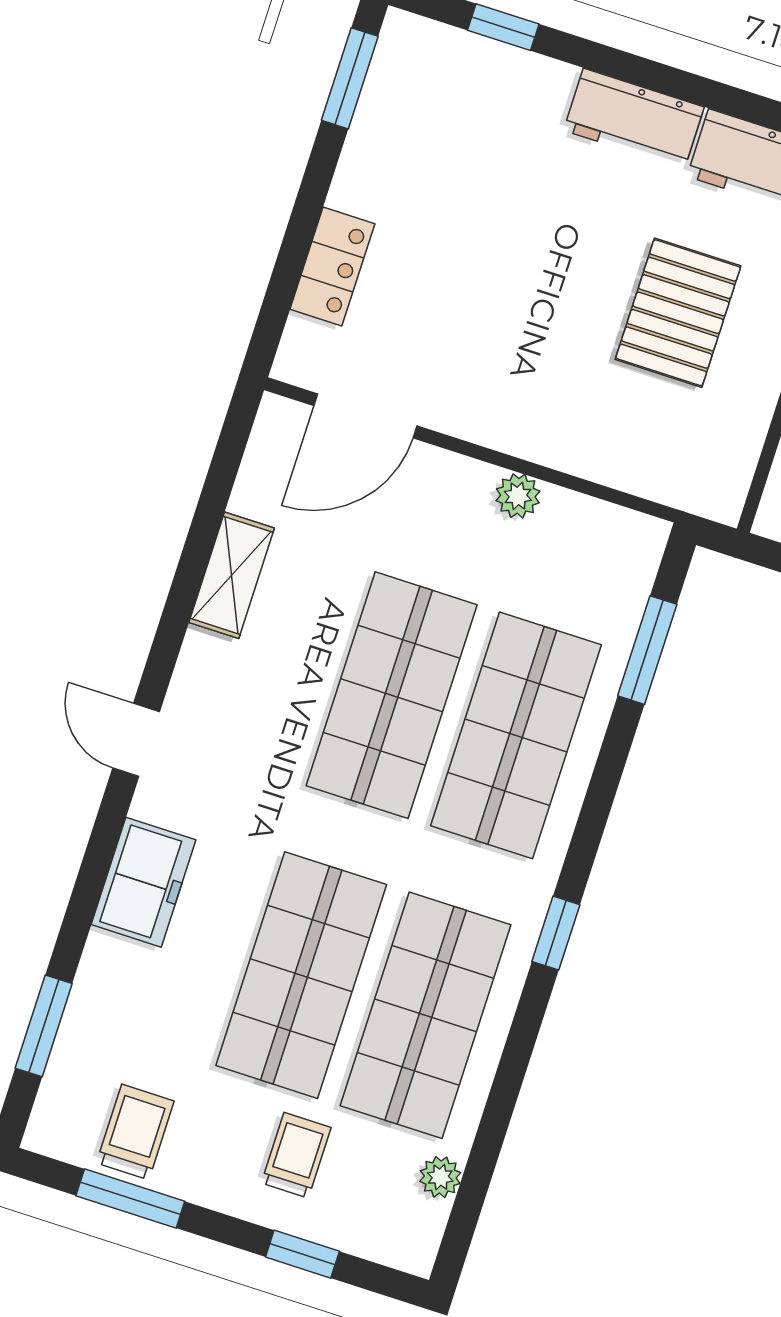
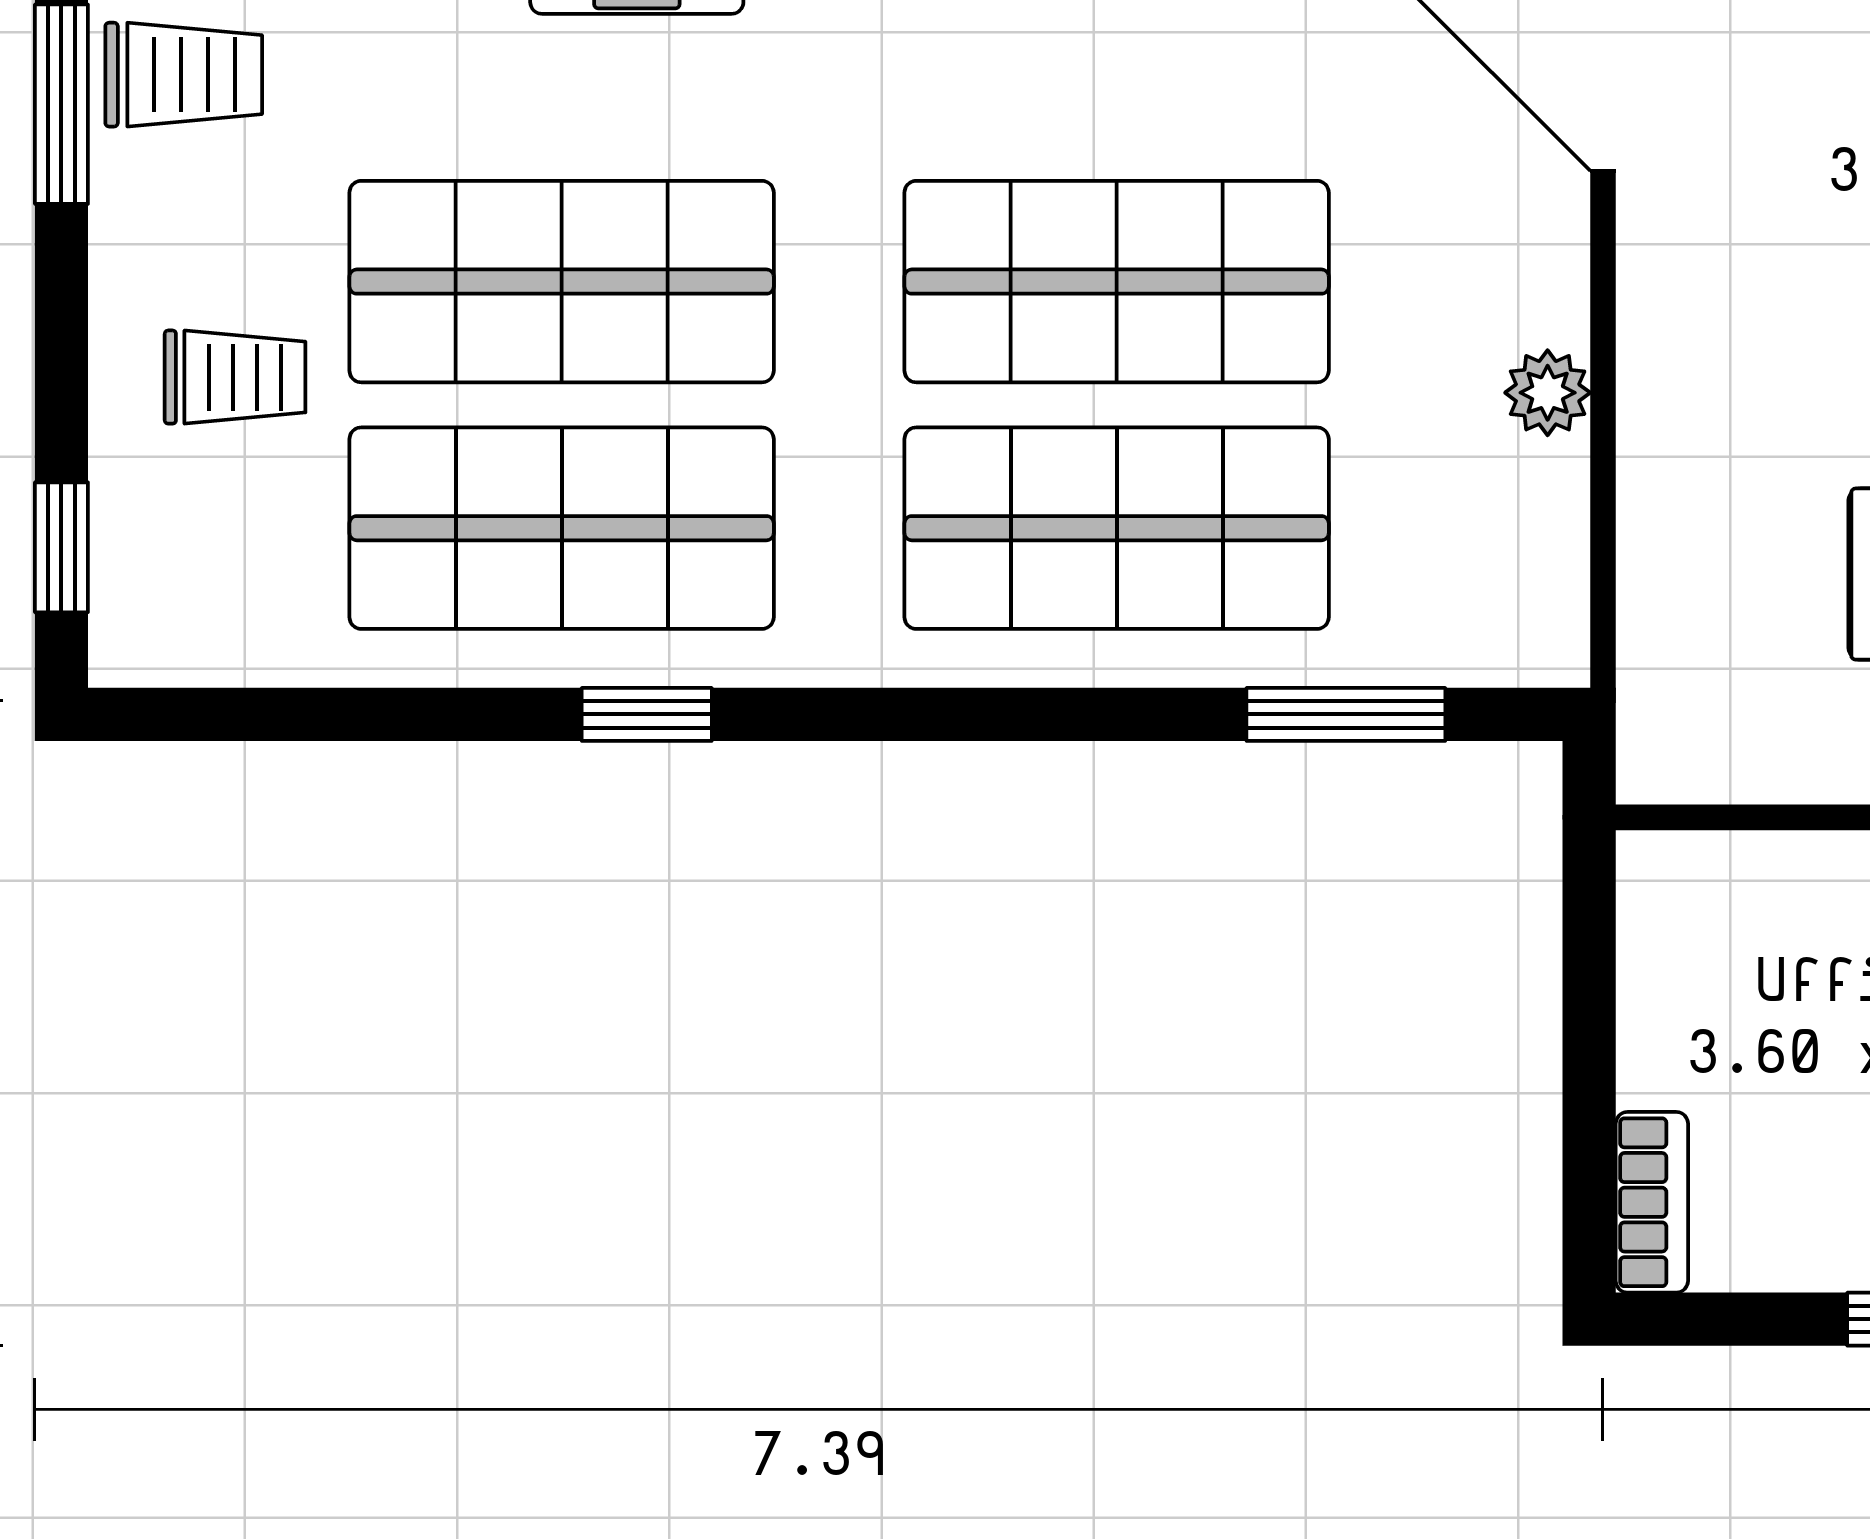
window: (556, 933) -> (647, 714), moved
plant: (440, 1177) -> (280, 648), removed
window: (302, 1254) -> (61, 547), moved

